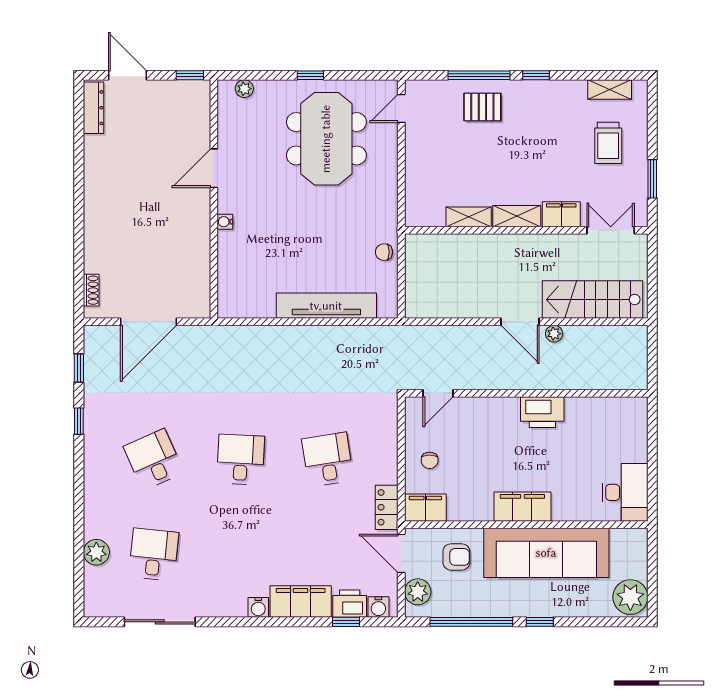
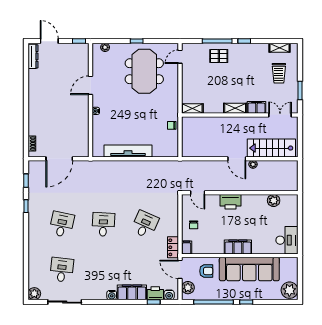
shelving: (469, 217) -> (192, 109), moved
tv unit: (326, 306) -> (128, 151), moved
door: (438, 393) -> (198, 193), hinge flipped
plant: (597, 409) -> (274, 200), added
printer: (542, 412) -> (230, 202), moved
desk: (154, 460) -> (62, 224), turned 36
desk: (328, 460) -> (145, 224), turned 33
filing cabinet: (425, 508) -> (187, 247), width x0.50
plant: (96, 552) -> (34, 294), moved

